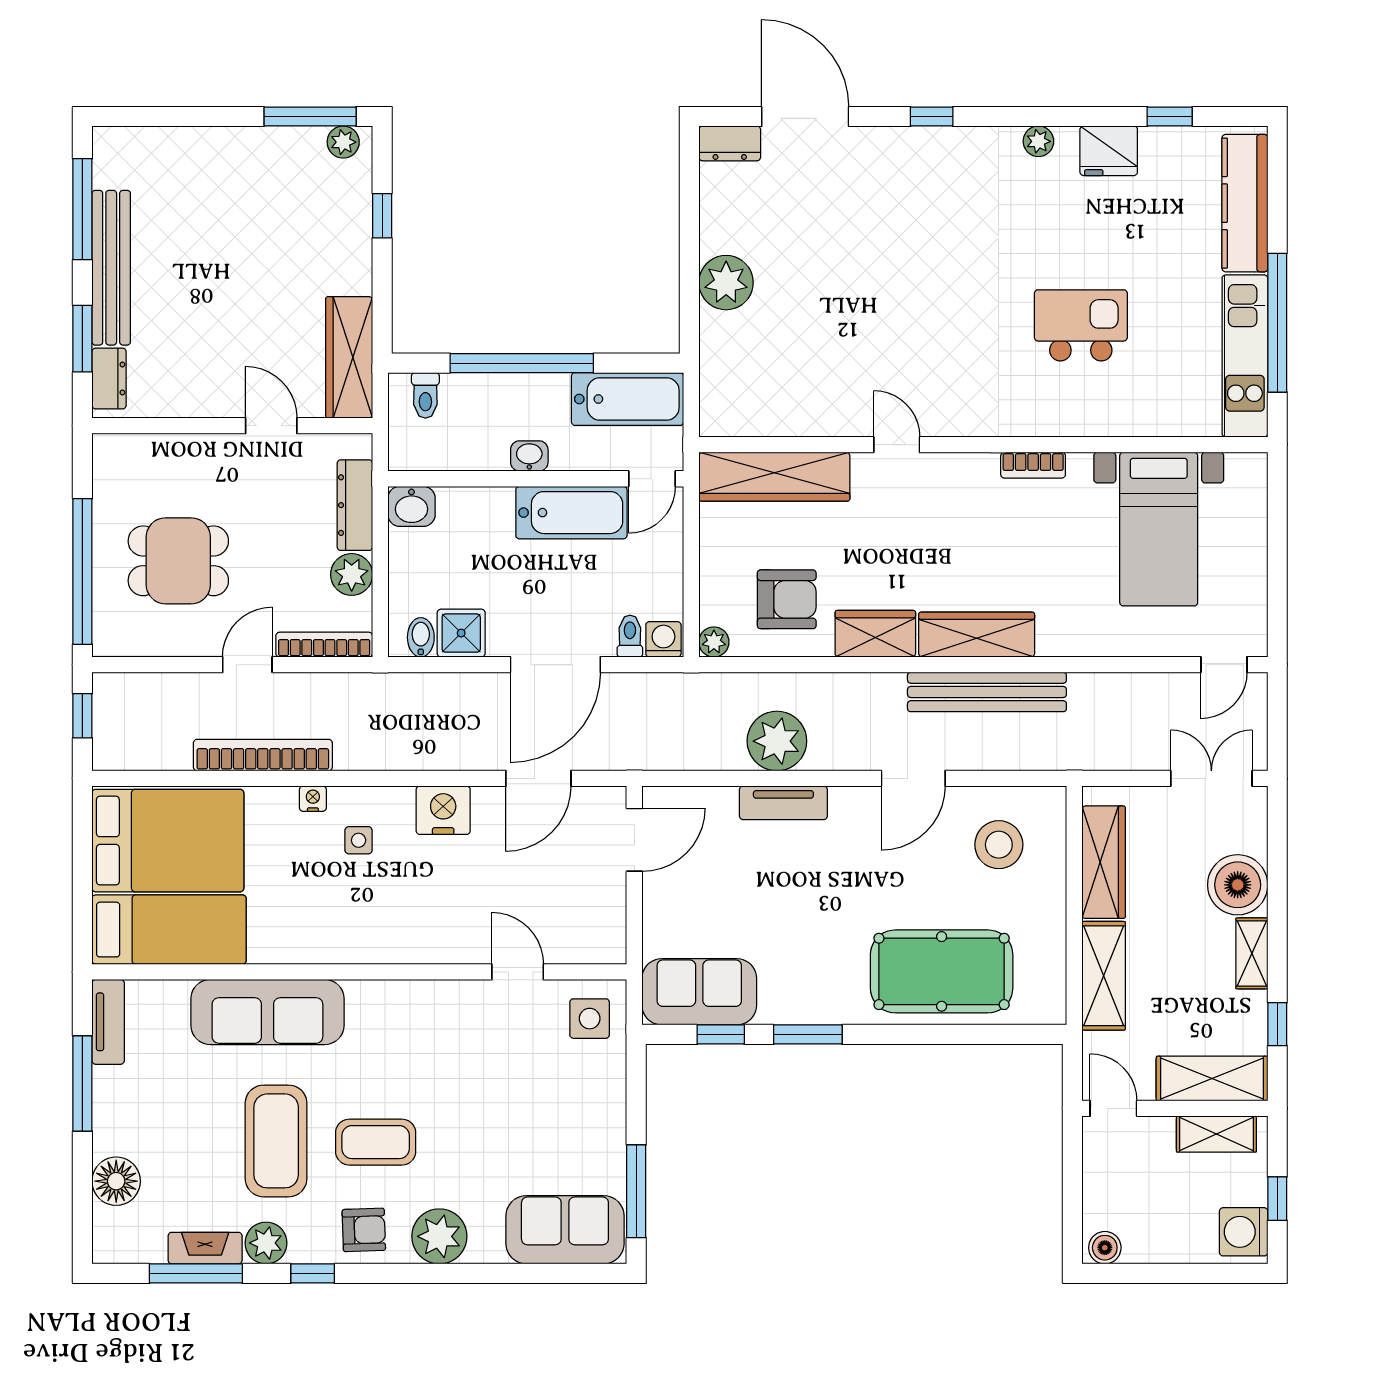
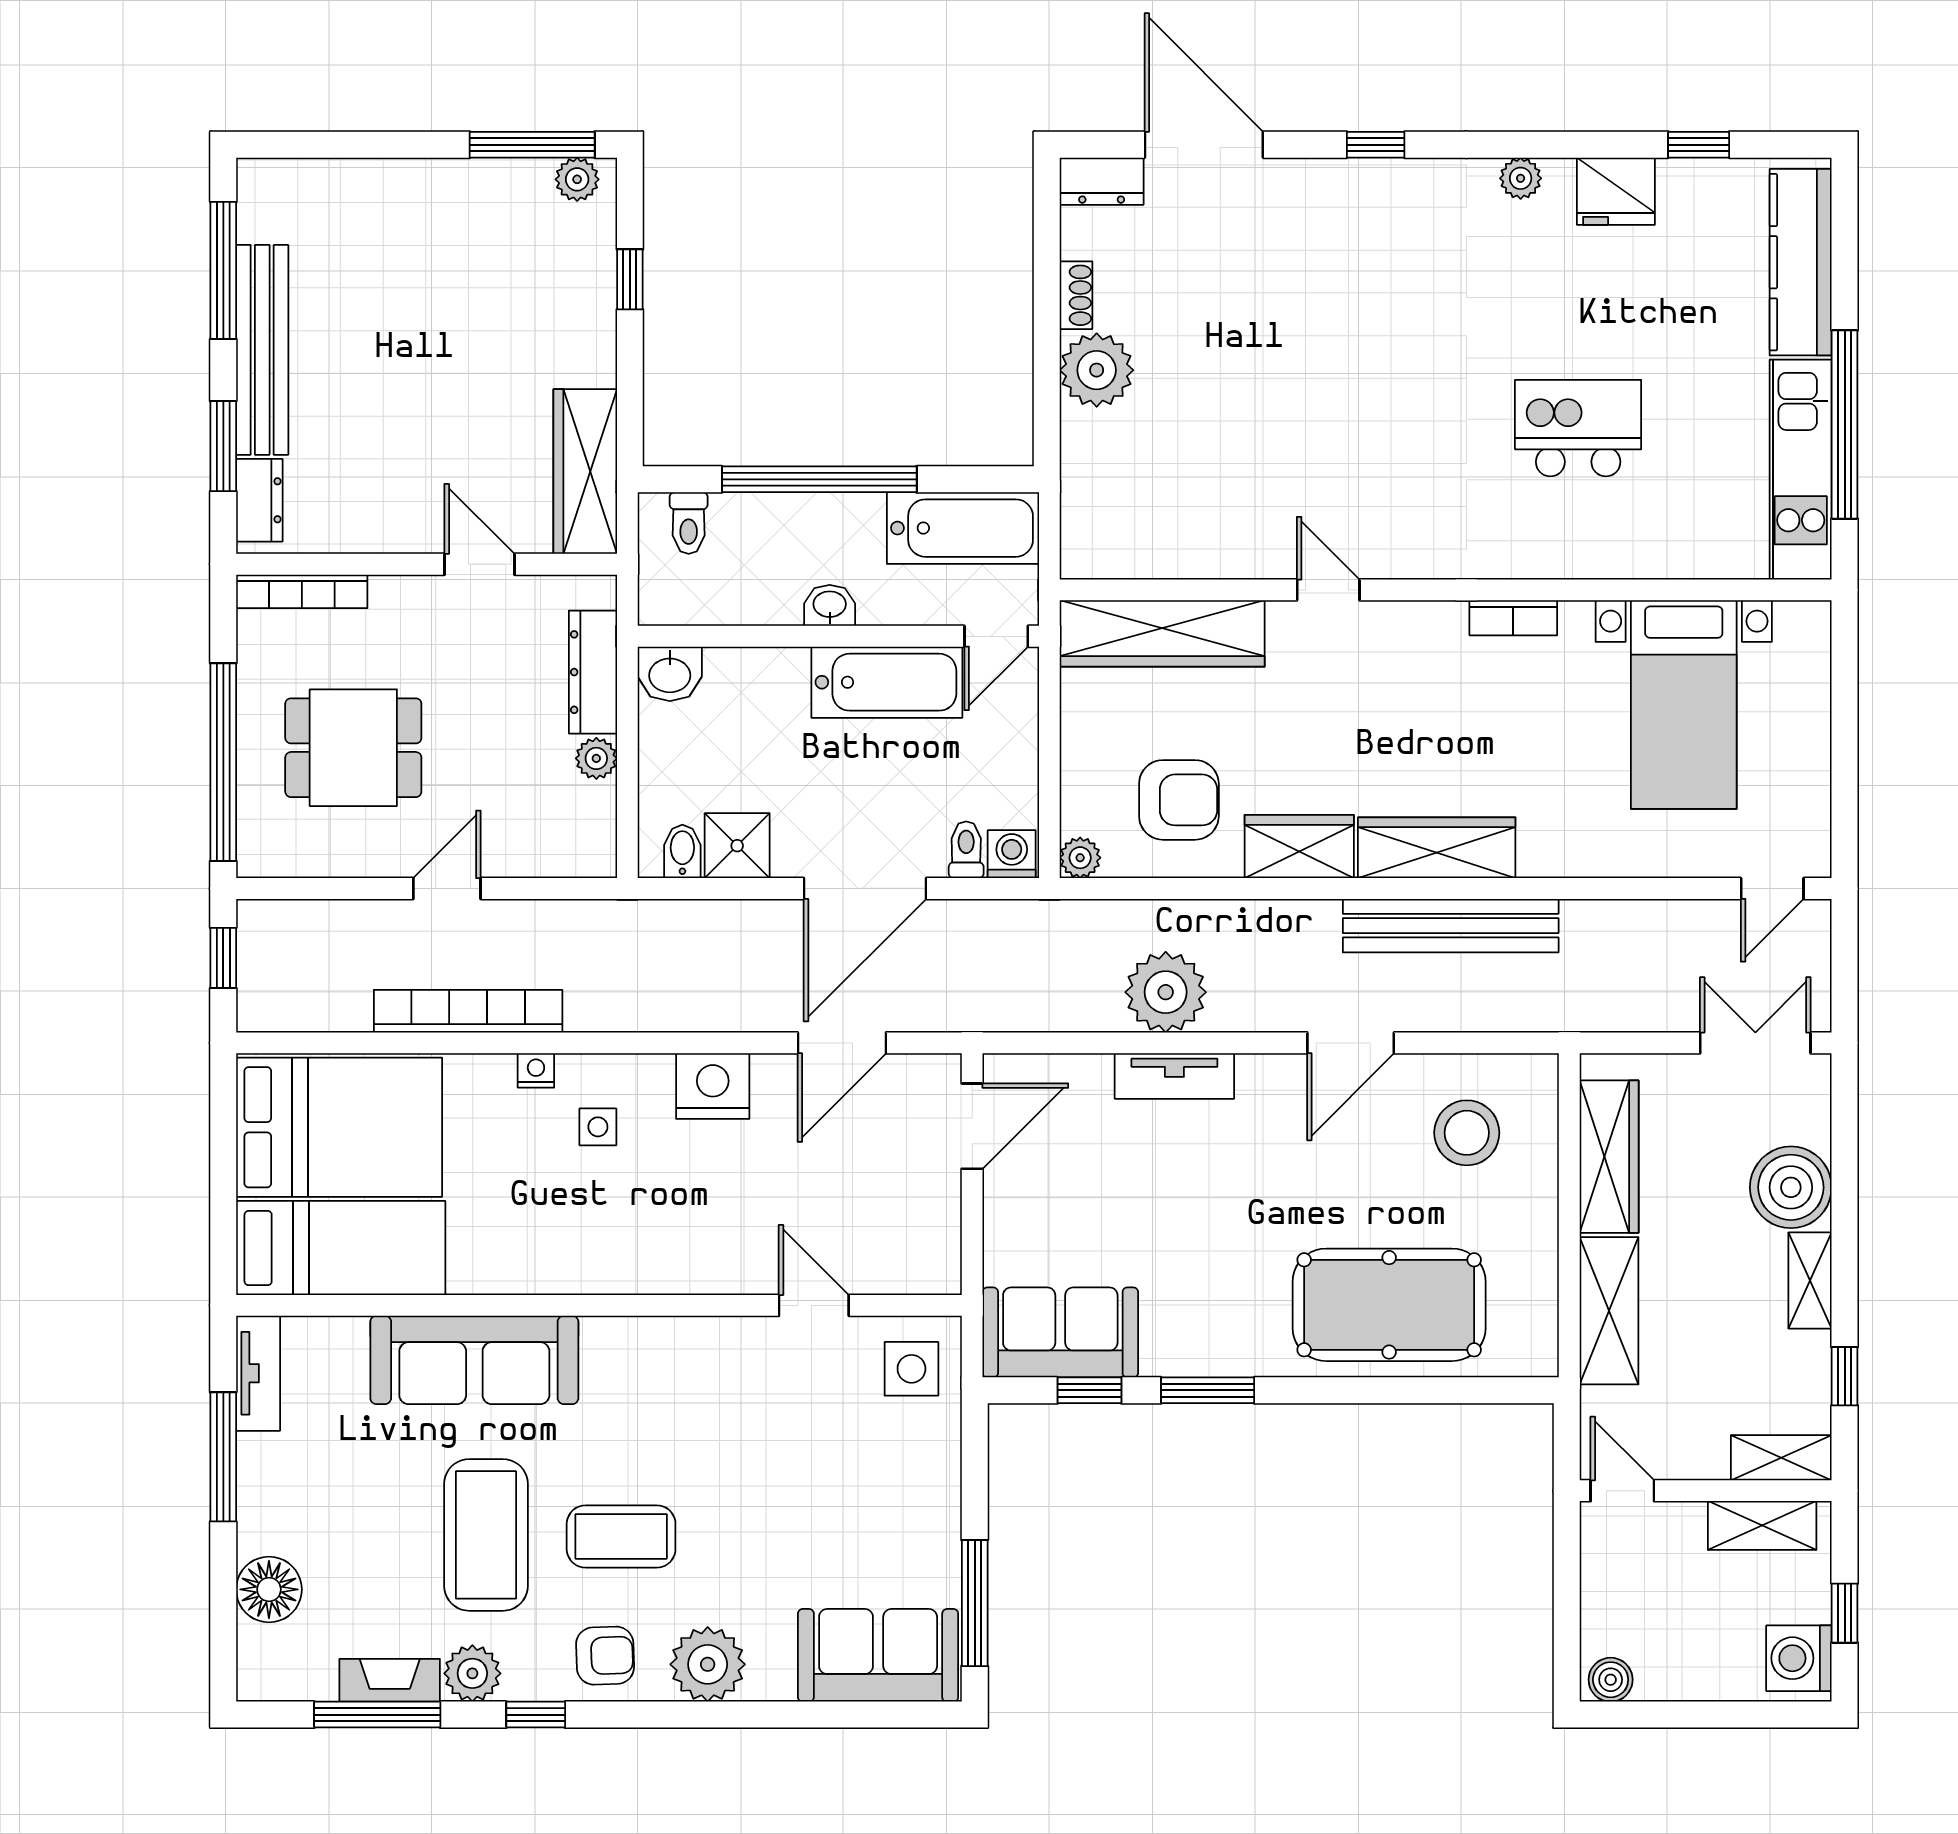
shoe rack: (711, 227) -> (1076, 295), added
plant: (352, 574) -> (596, 758), width x0.73, depth x0.73
bookcase: (324, 645) -> (302, 591), moved, turned 180
shelving: (1212, 1078) -> (1781, 1458), width x0.67, depth x0.75

